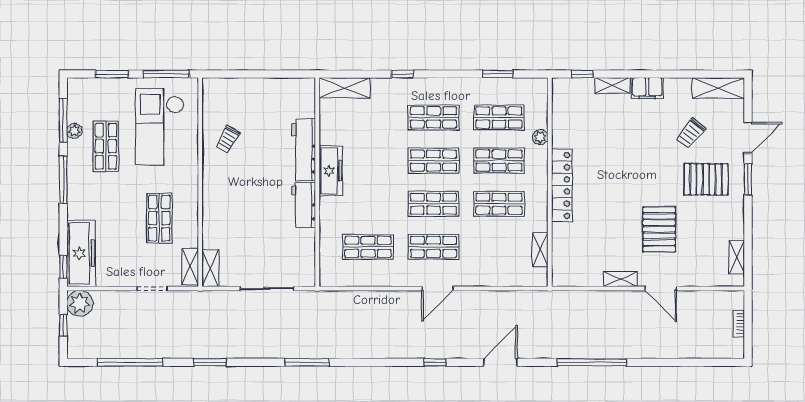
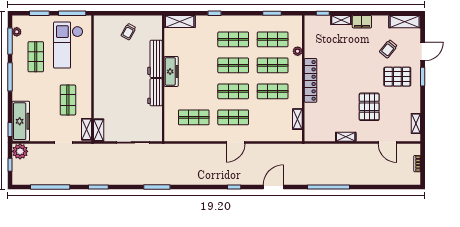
plant: (74, 131) -> (17, 32), moved
trolley: (228, 140) -> (129, 32), moved
door: (661, 288) -> (387, 142), moved

